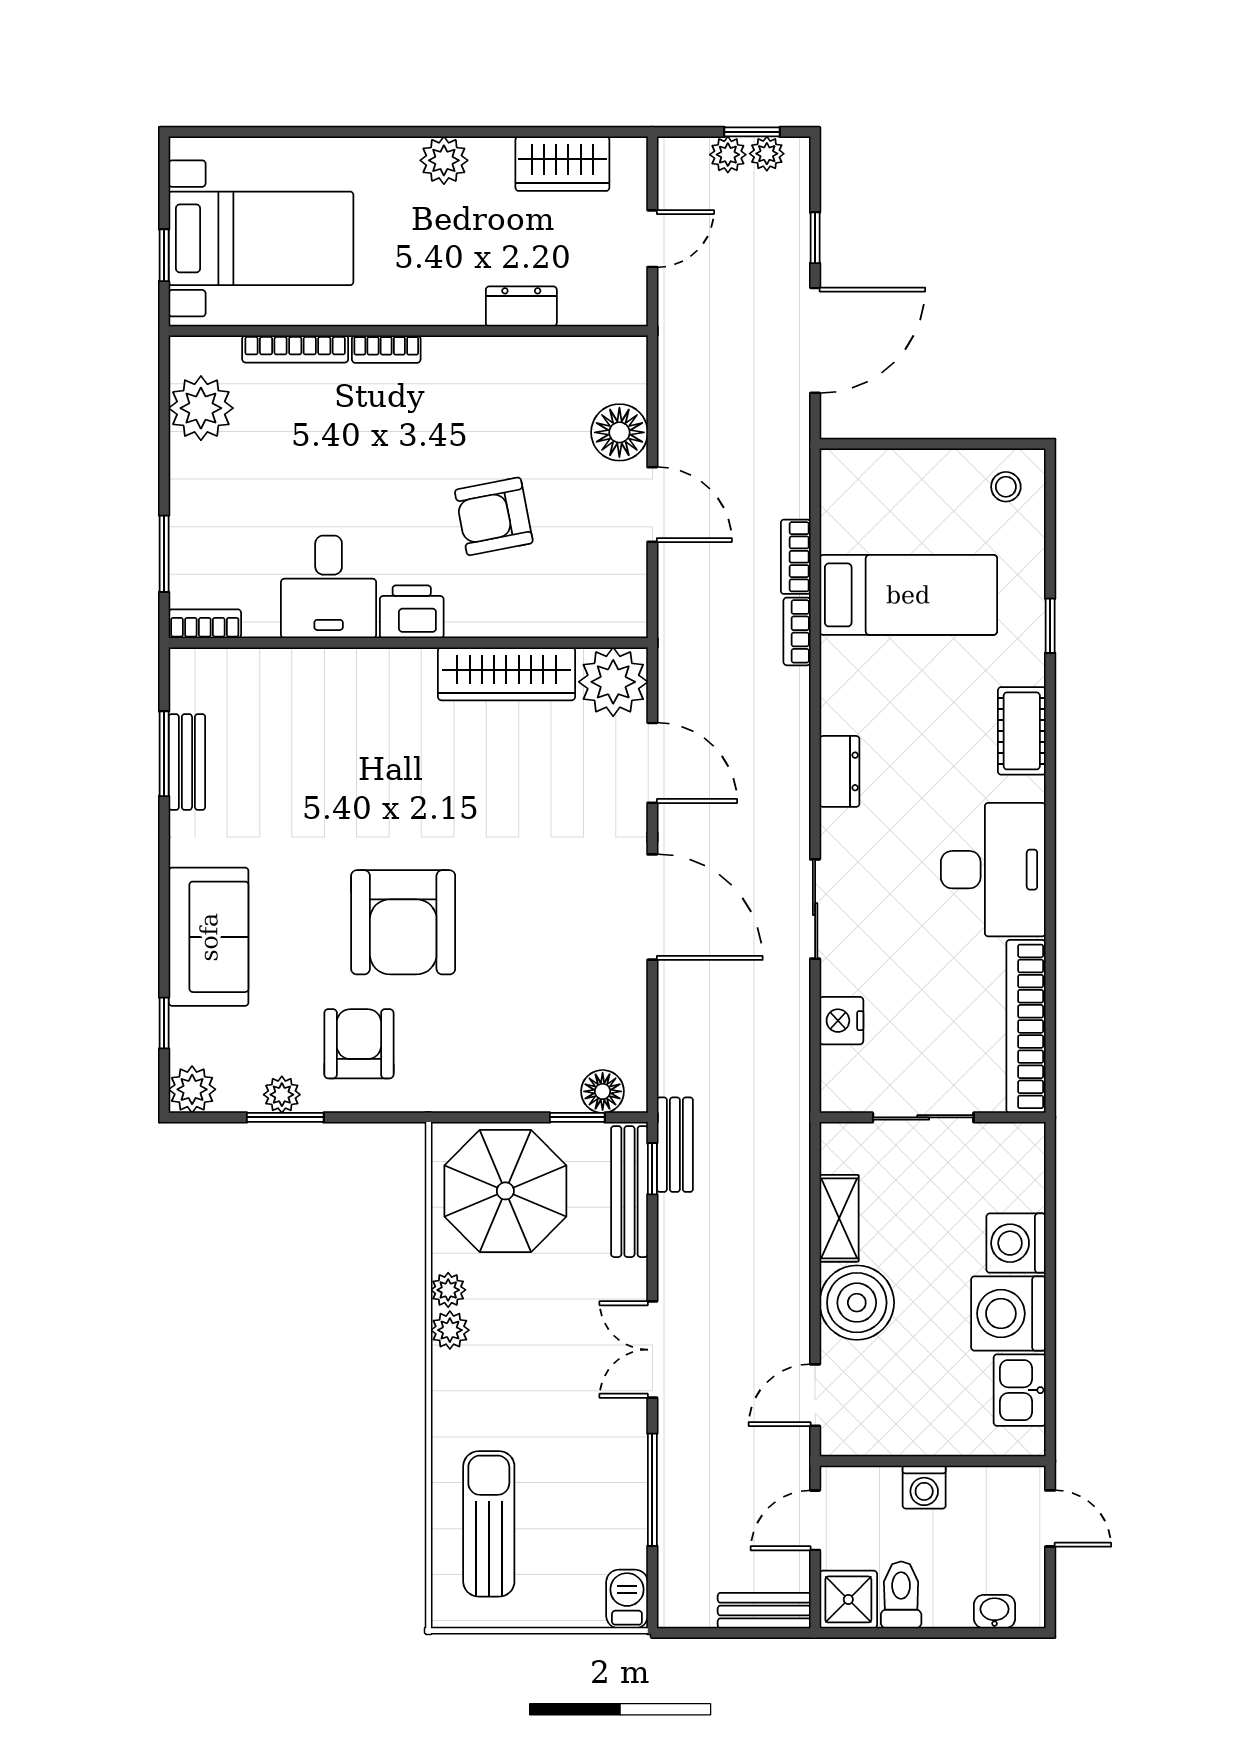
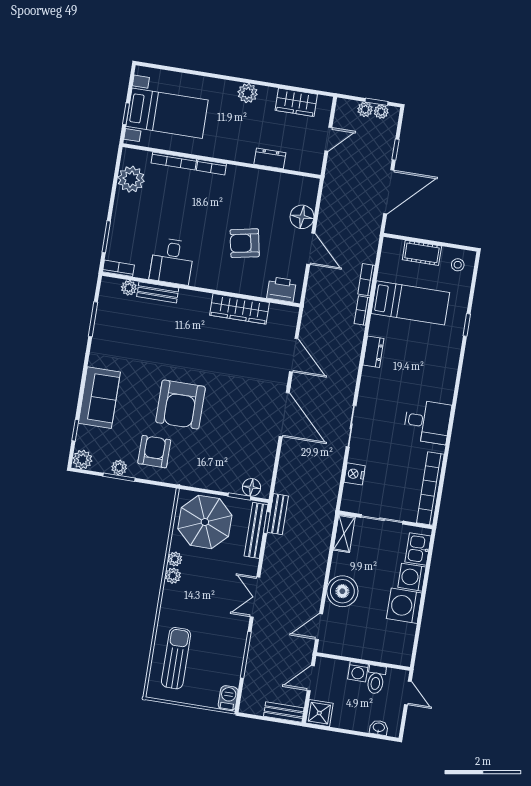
printer: (412, 612) -> (281, 289), moved
plant: (613, 682) -> (129, 288), moved, width x0.53, depth x0.53
cot: (1022, 731) -> (422, 253), moved, turned 90
bench: (187, 762) -> (158, 292), moved, turned 90
dresser: (840, 771) -> (373, 352), moved
desk: (993, 870) -> (427, 422), width x0.73
shelving: (839, 1218) -> (344, 534), moved
kitchen sink: (1020, 1390) -> (418, 549), moved
toilet: (901, 1595) -> (376, 680), moved, turned 180

